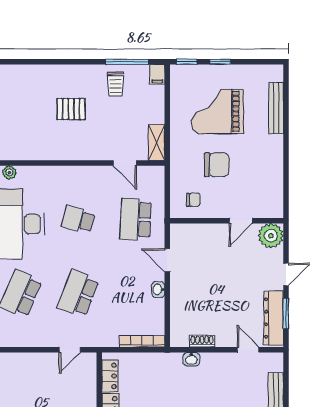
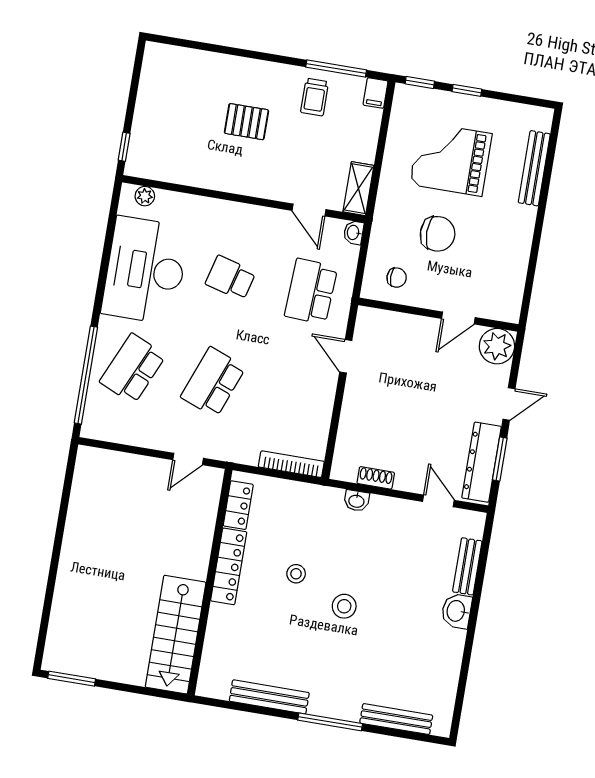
washbasin: (158, 289) -> (354, 233), moved

